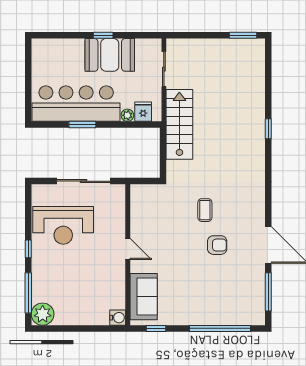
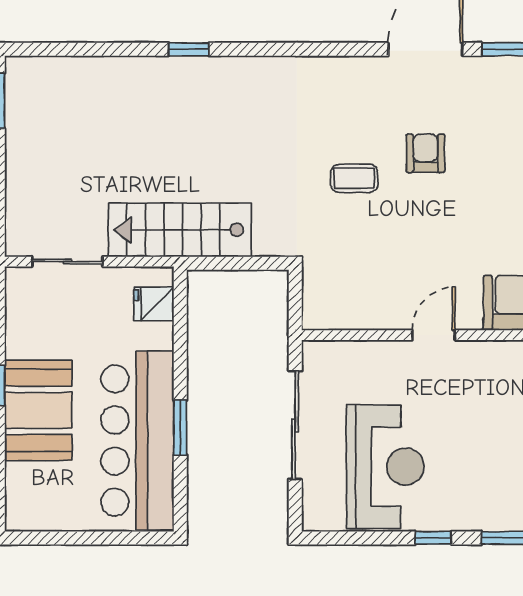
booth: (110, 55) -> (38, 410), moved
plant: (127, 115) -> (161, 336), removed

